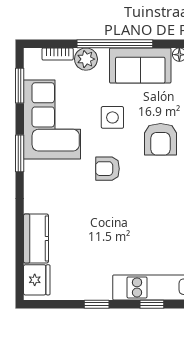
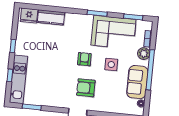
armchair: (161, 139) -> (86, 88), moved

